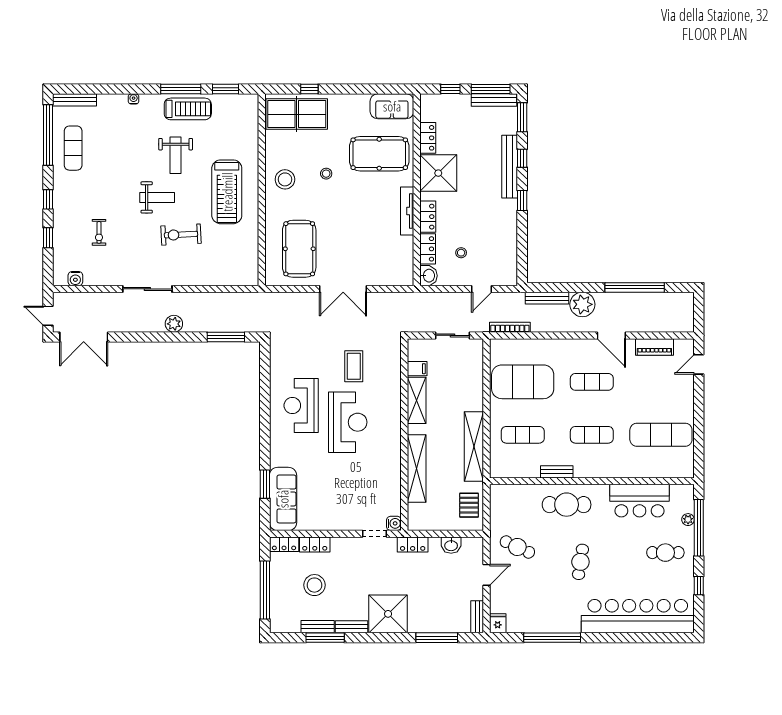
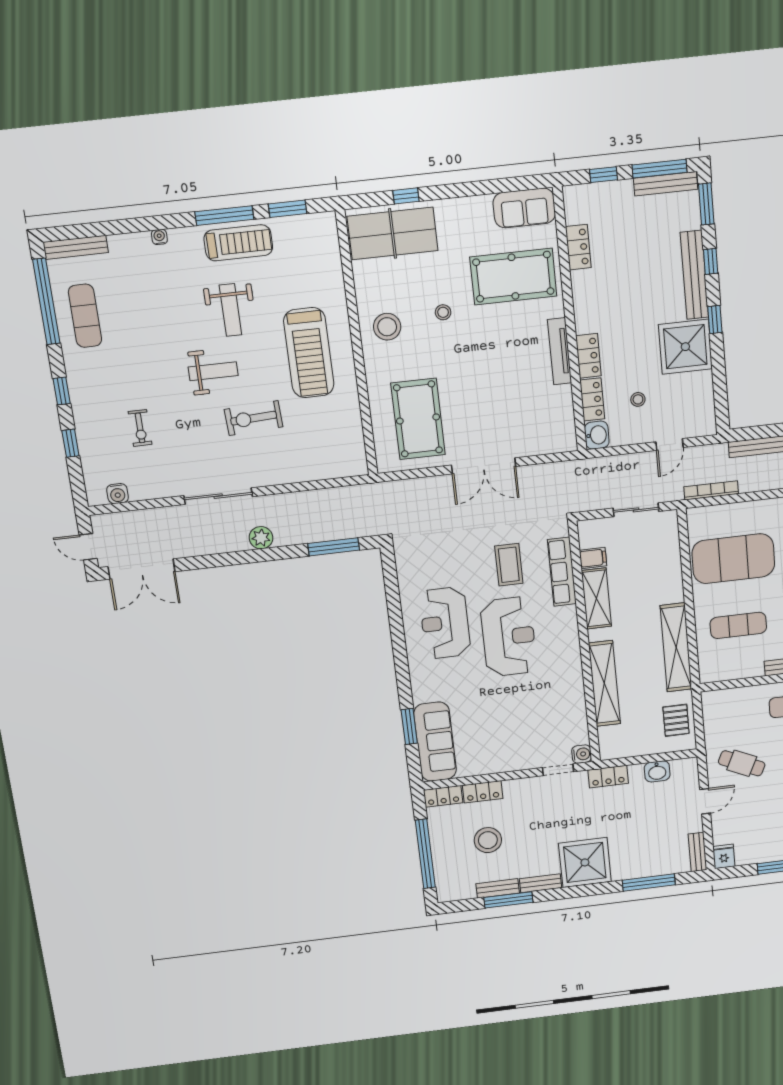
shower: (438, 173) -> (685, 347), moved
row of seats: (393, 376) -> (562, 572), added

